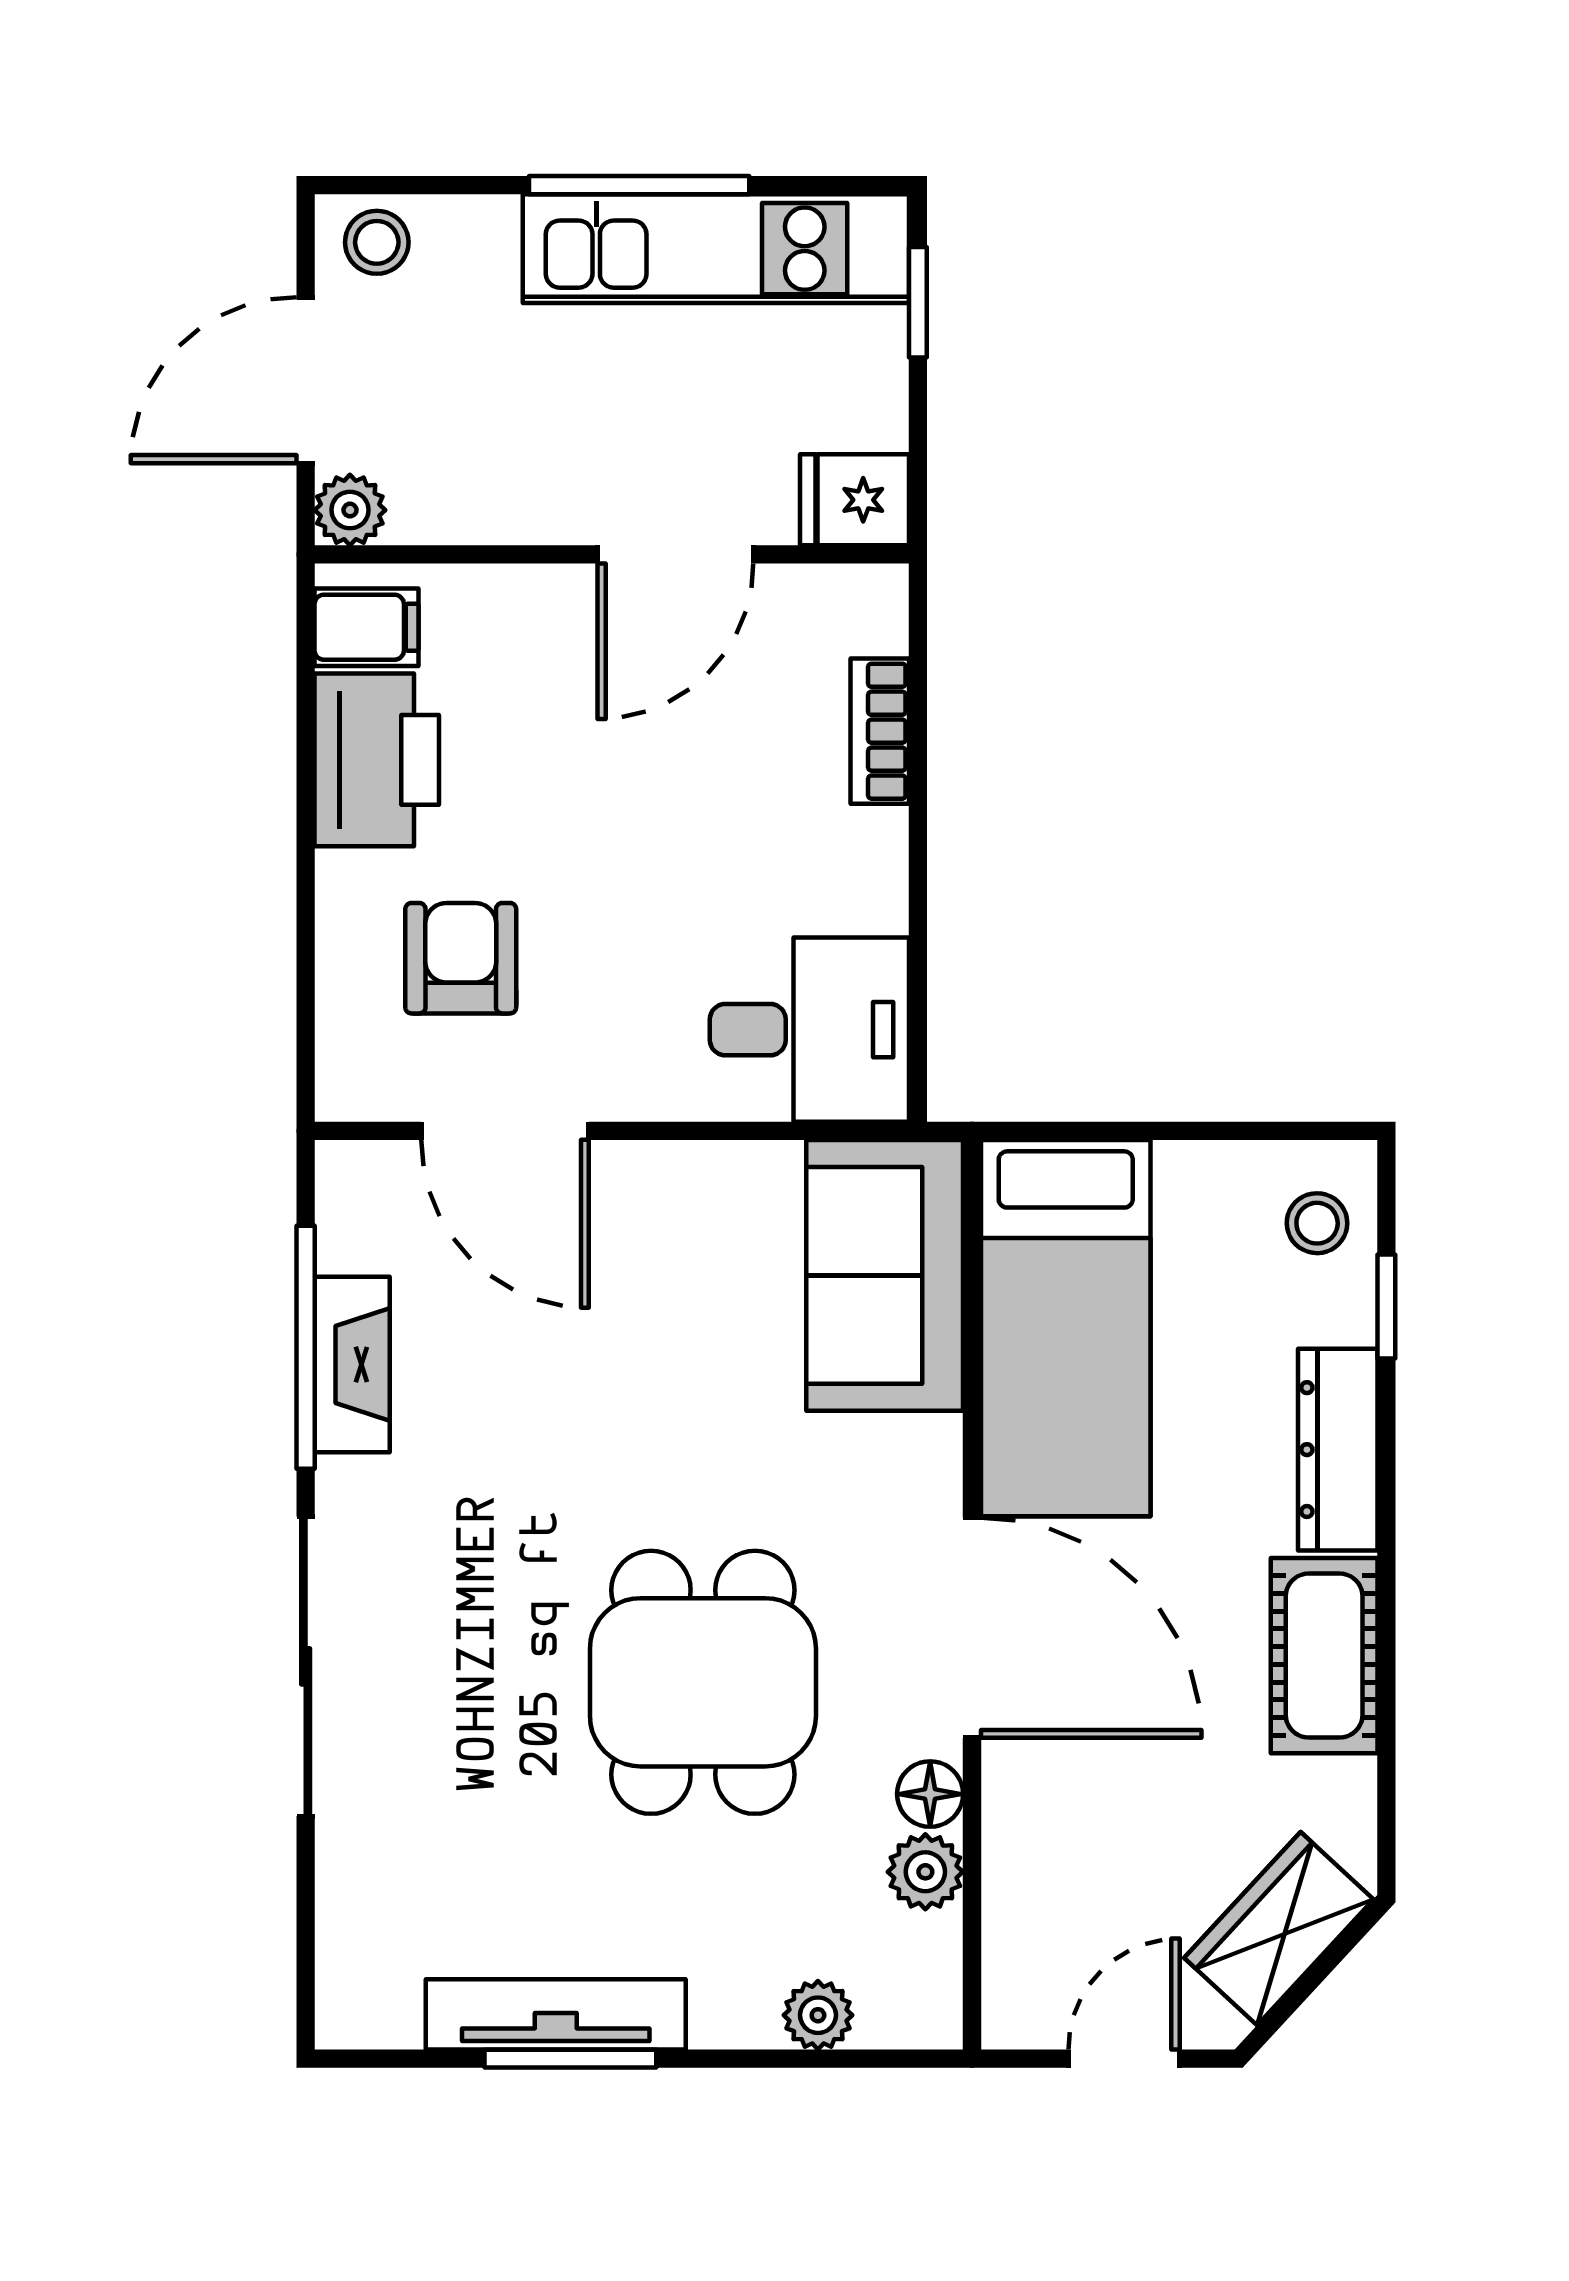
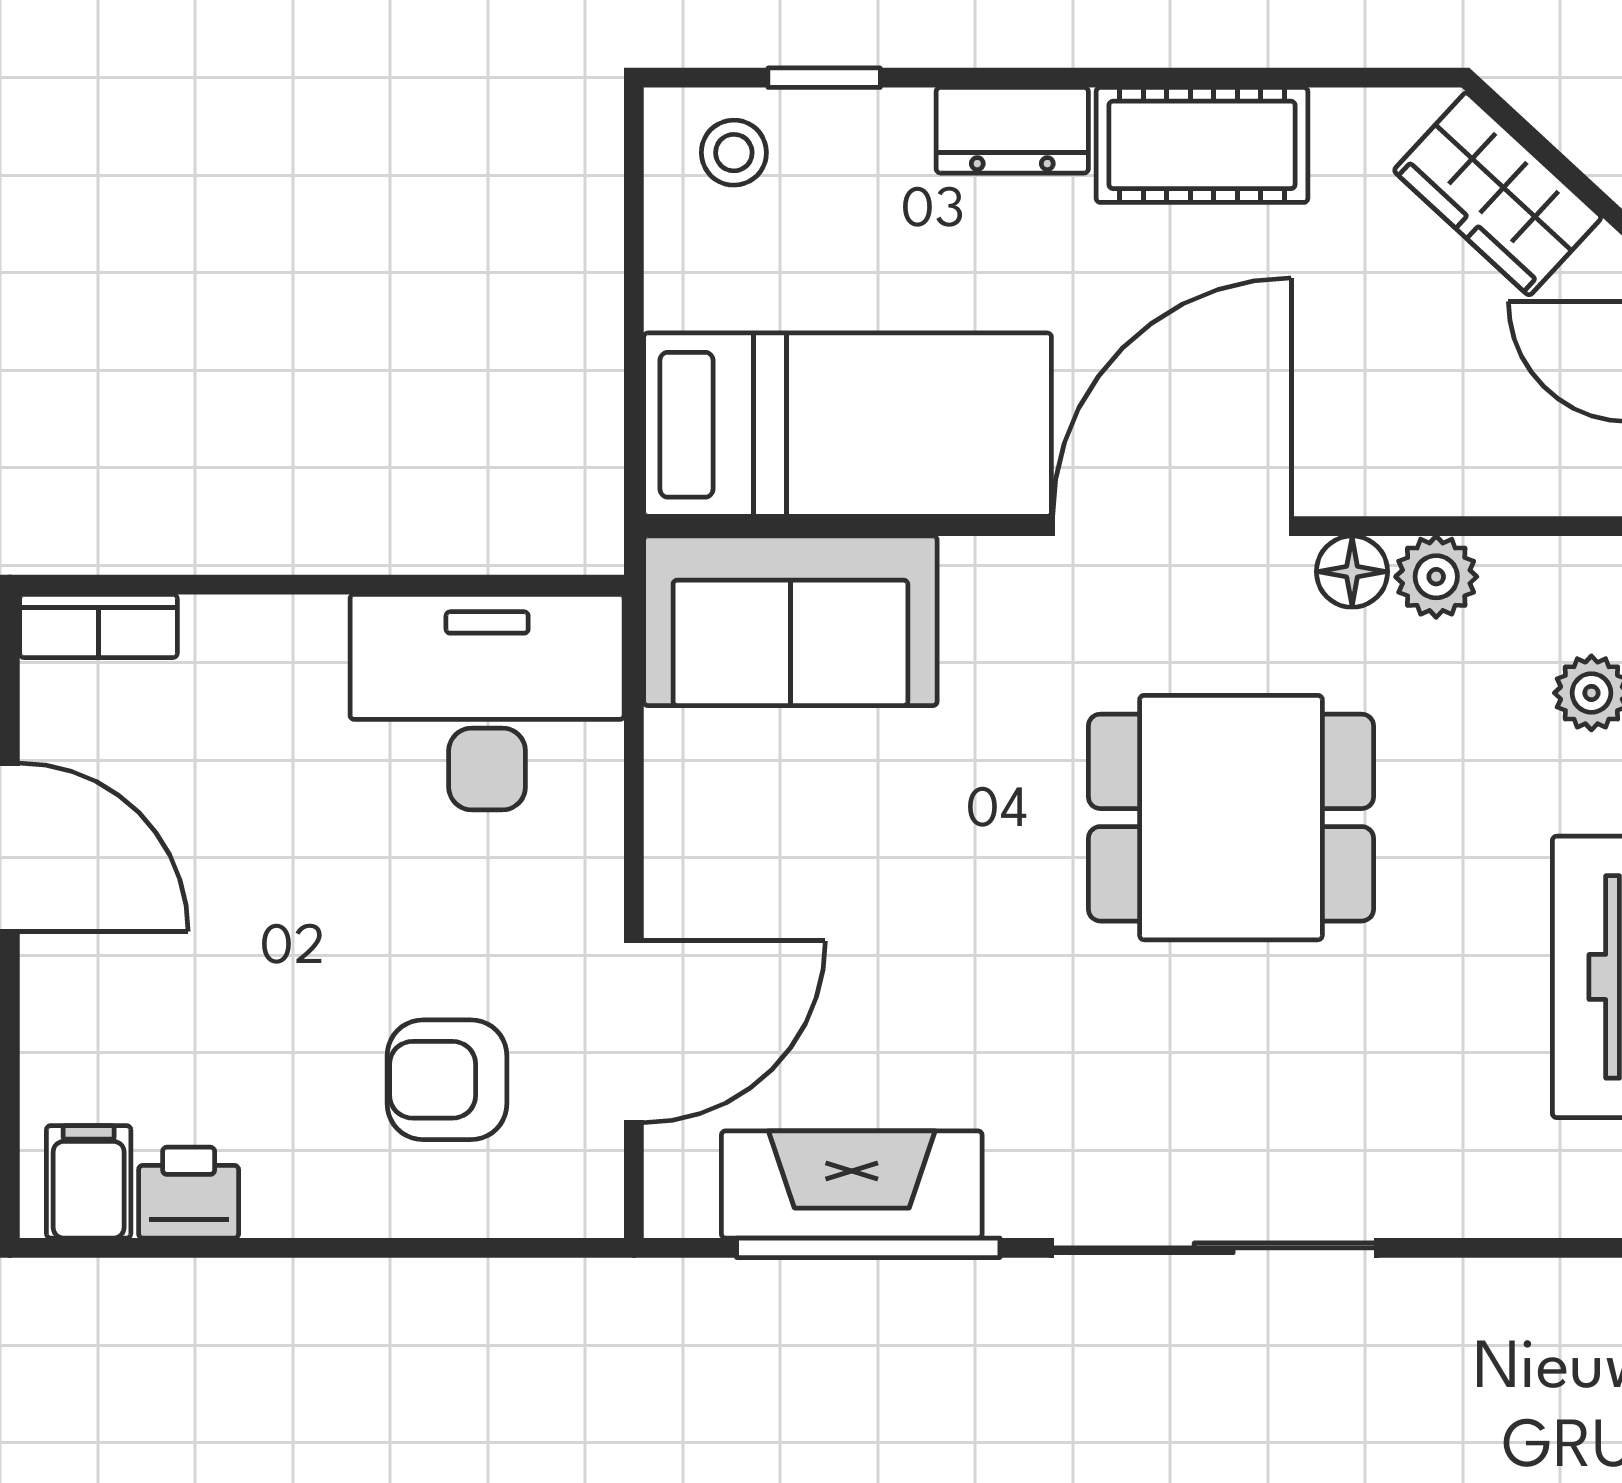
bookcase: (880, 731) -> (98, 626), moved
printer: (377, 760) -> (189, 1193), width x0.53, depth x0.68
desk: (809, 1030) -> (487, 702), width x1.37
fireplace: (352, 1365) -> (852, 1184), width x1.37, depth x1.32
dresser: (1338, 1450) -> (1012, 130), width x0.70

